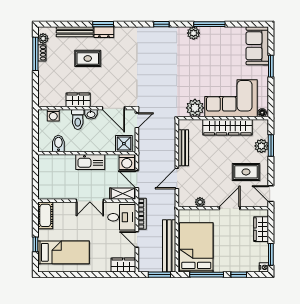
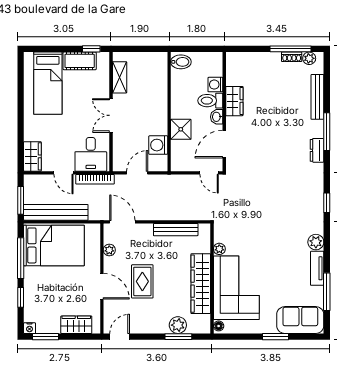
window: (103, 24) -> (327, 132), width x1.44
window: (209, 24) -> (327, 292), moved
dresser: (104, 32) -> (317, 150), moved
tv unit: (215, 32) -> (317, 268), added
rug: (88, 58) -> (285, 113), removed
plant: (195, 108) -> (219, 249), width x0.53, depth x0.53
washing machine: (53, 115) -> (215, 85), moved
bidet: (58, 144) -> (181, 62), moved
shower: (124, 144) -> (181, 129), moved
kitchen sink: (90, 162) -> (158, 116), removed
washing machine: (127, 162) -> (158, 145), moved
rug: (246, 172) -> (142, 281), moved
door: (177, 178) -> (122, 222), moved
shelving: (123, 194) -> (120, 77), moved
cot: (45, 215) -> (80, 61), moved
door: (137, 240) -> (64, 173), swing flipped
window: (35, 244) -> (91, 49), moved

